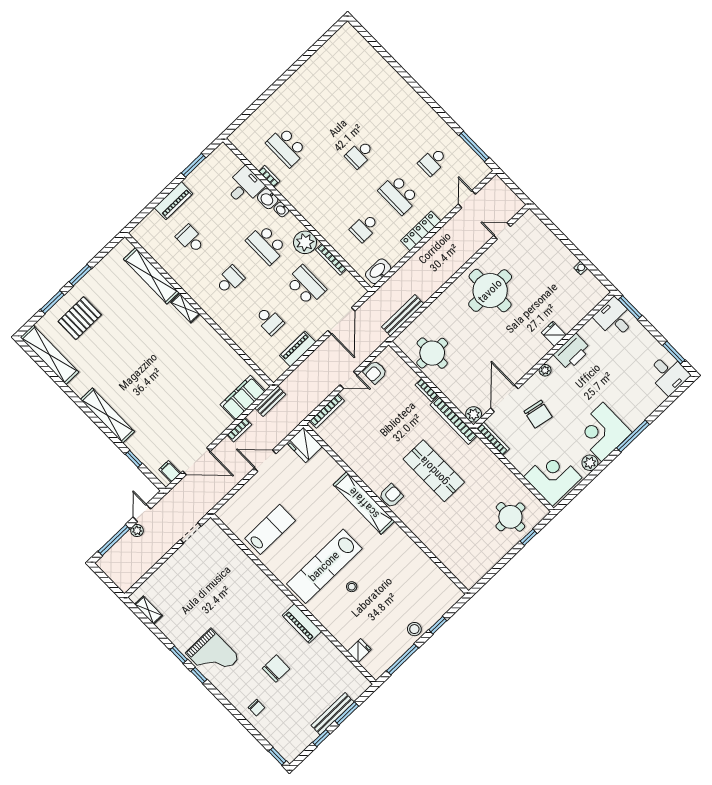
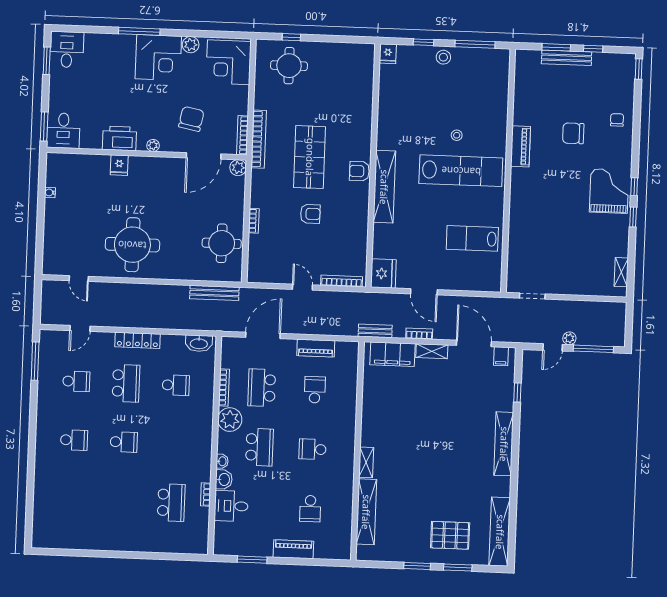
school desk: (394, 121) -> (74, 440), added
armchair: (375, 372) -> (310, 214), moved
bookcase: (454, 420) -> (259, 139), moved
shelving: (219, 427) -> (432, 351), added
fridge: (359, 650) -> (388, 54), moved, turned -90

